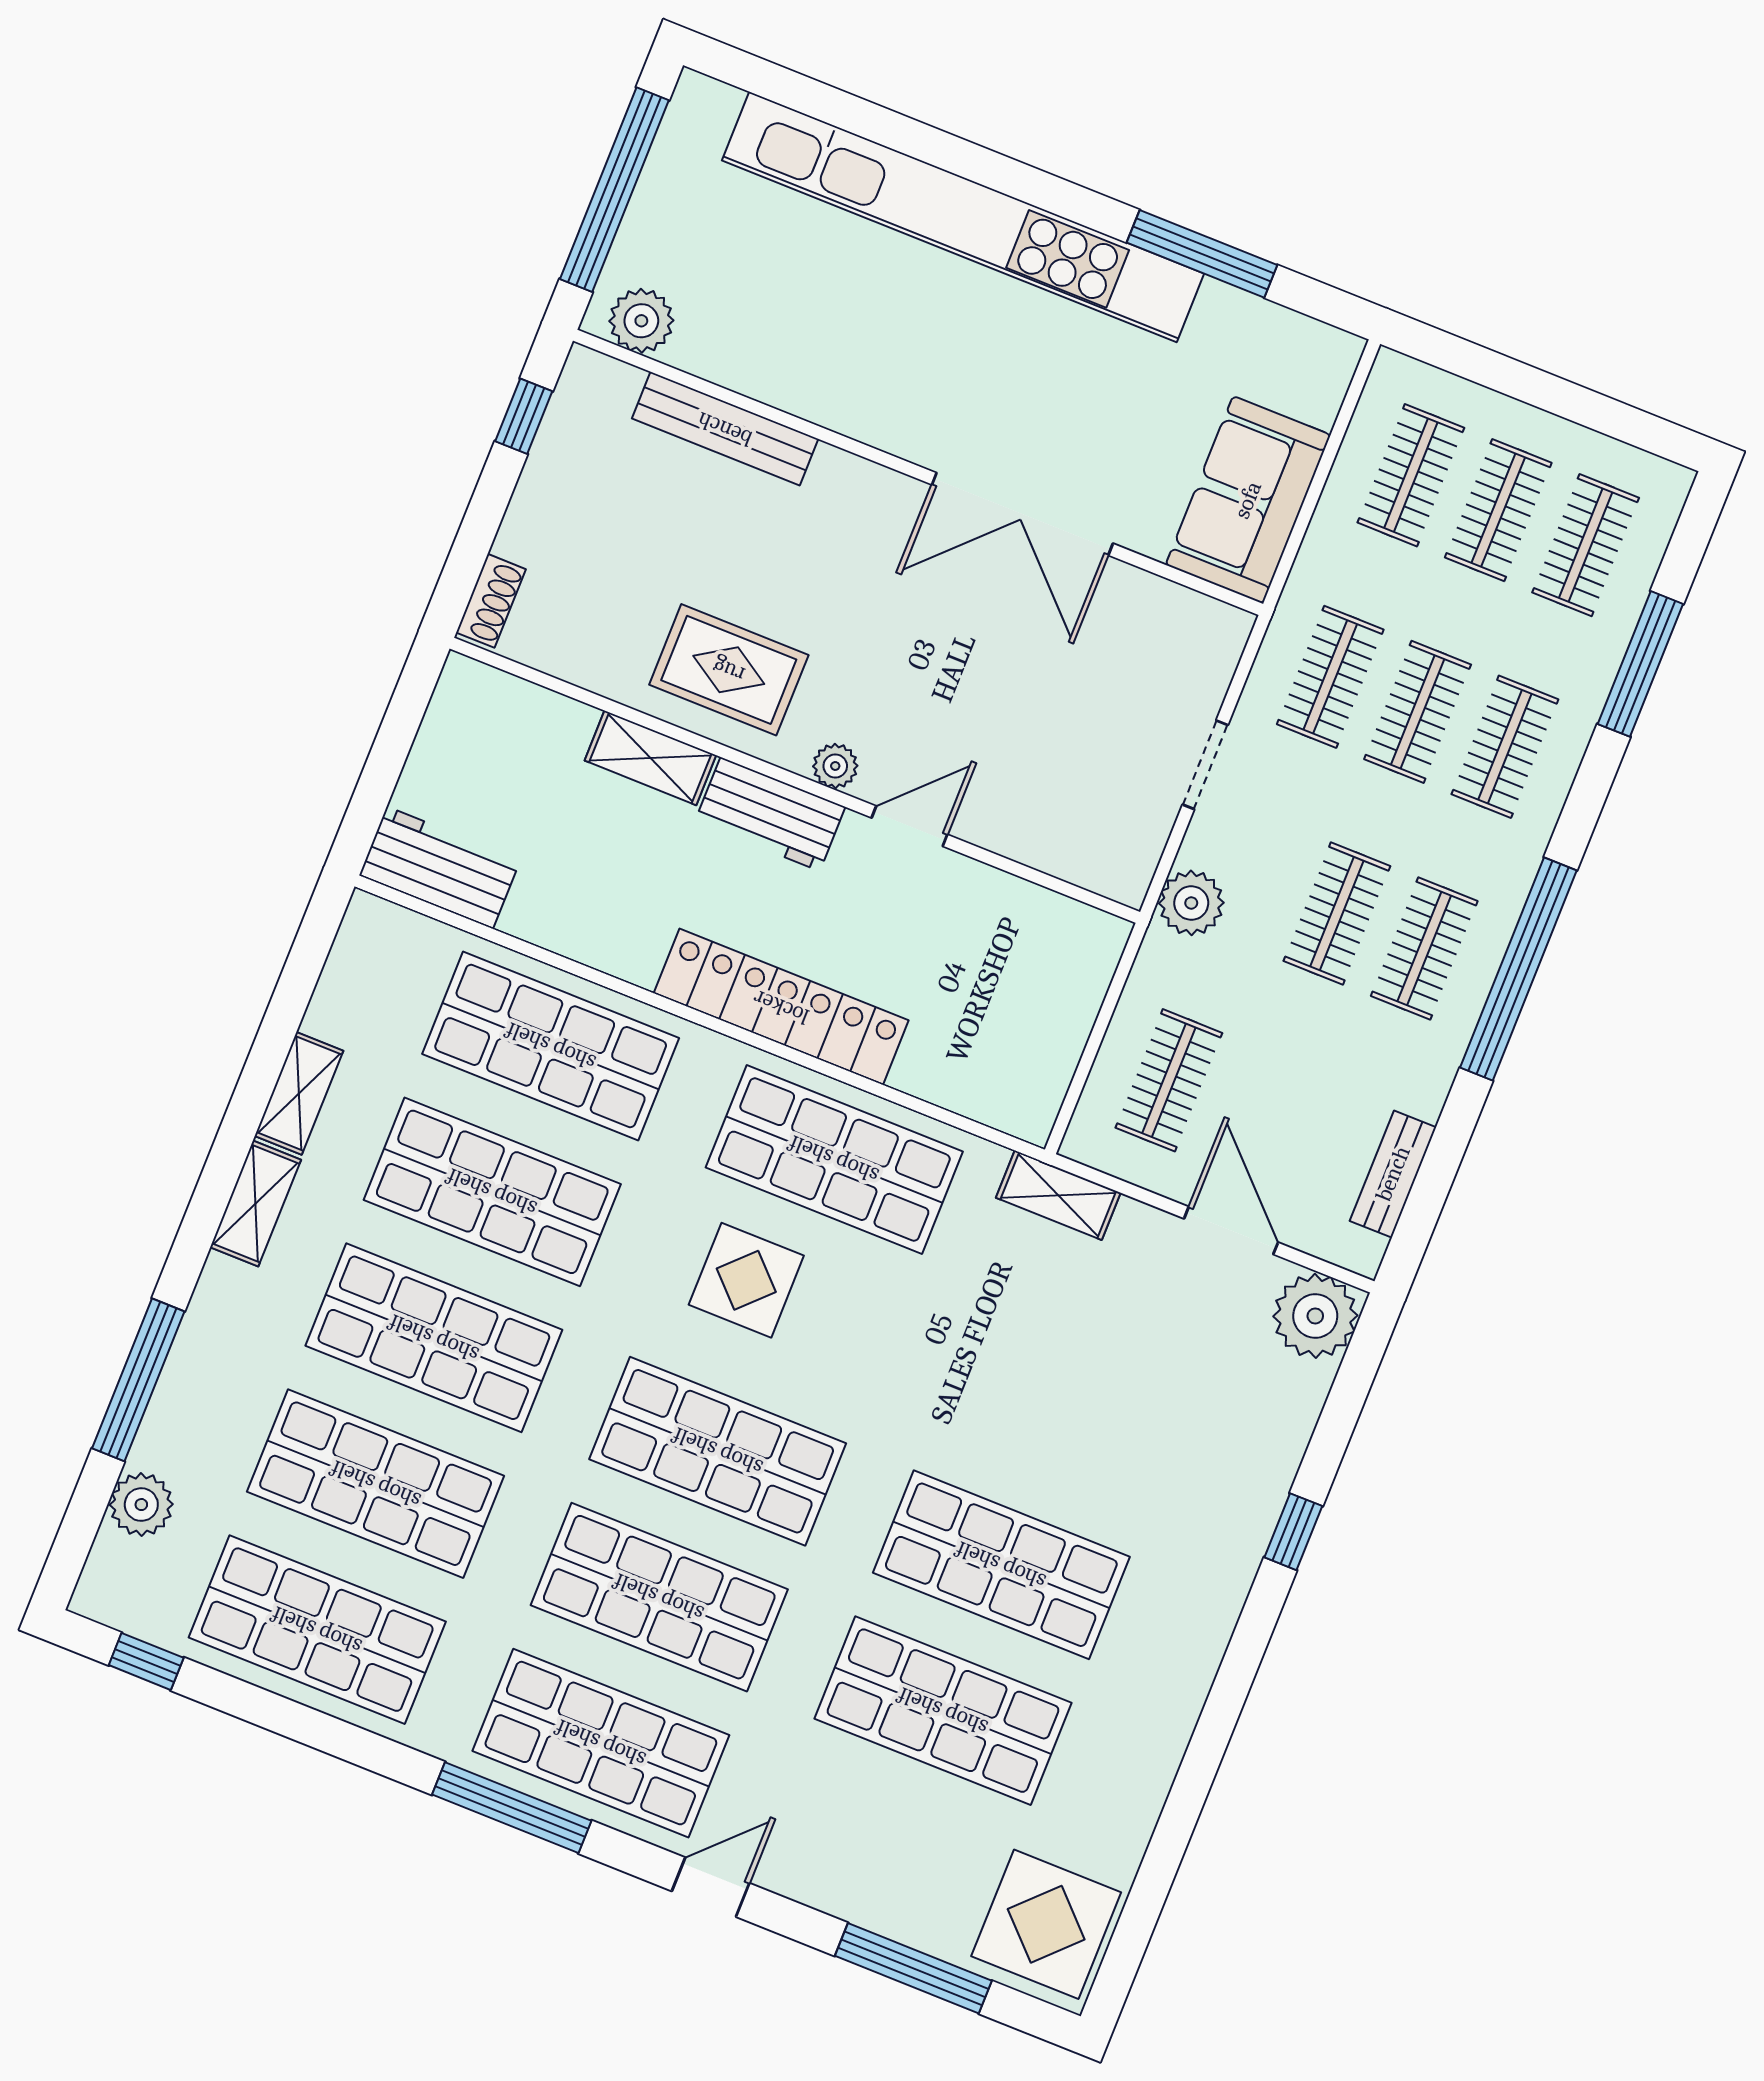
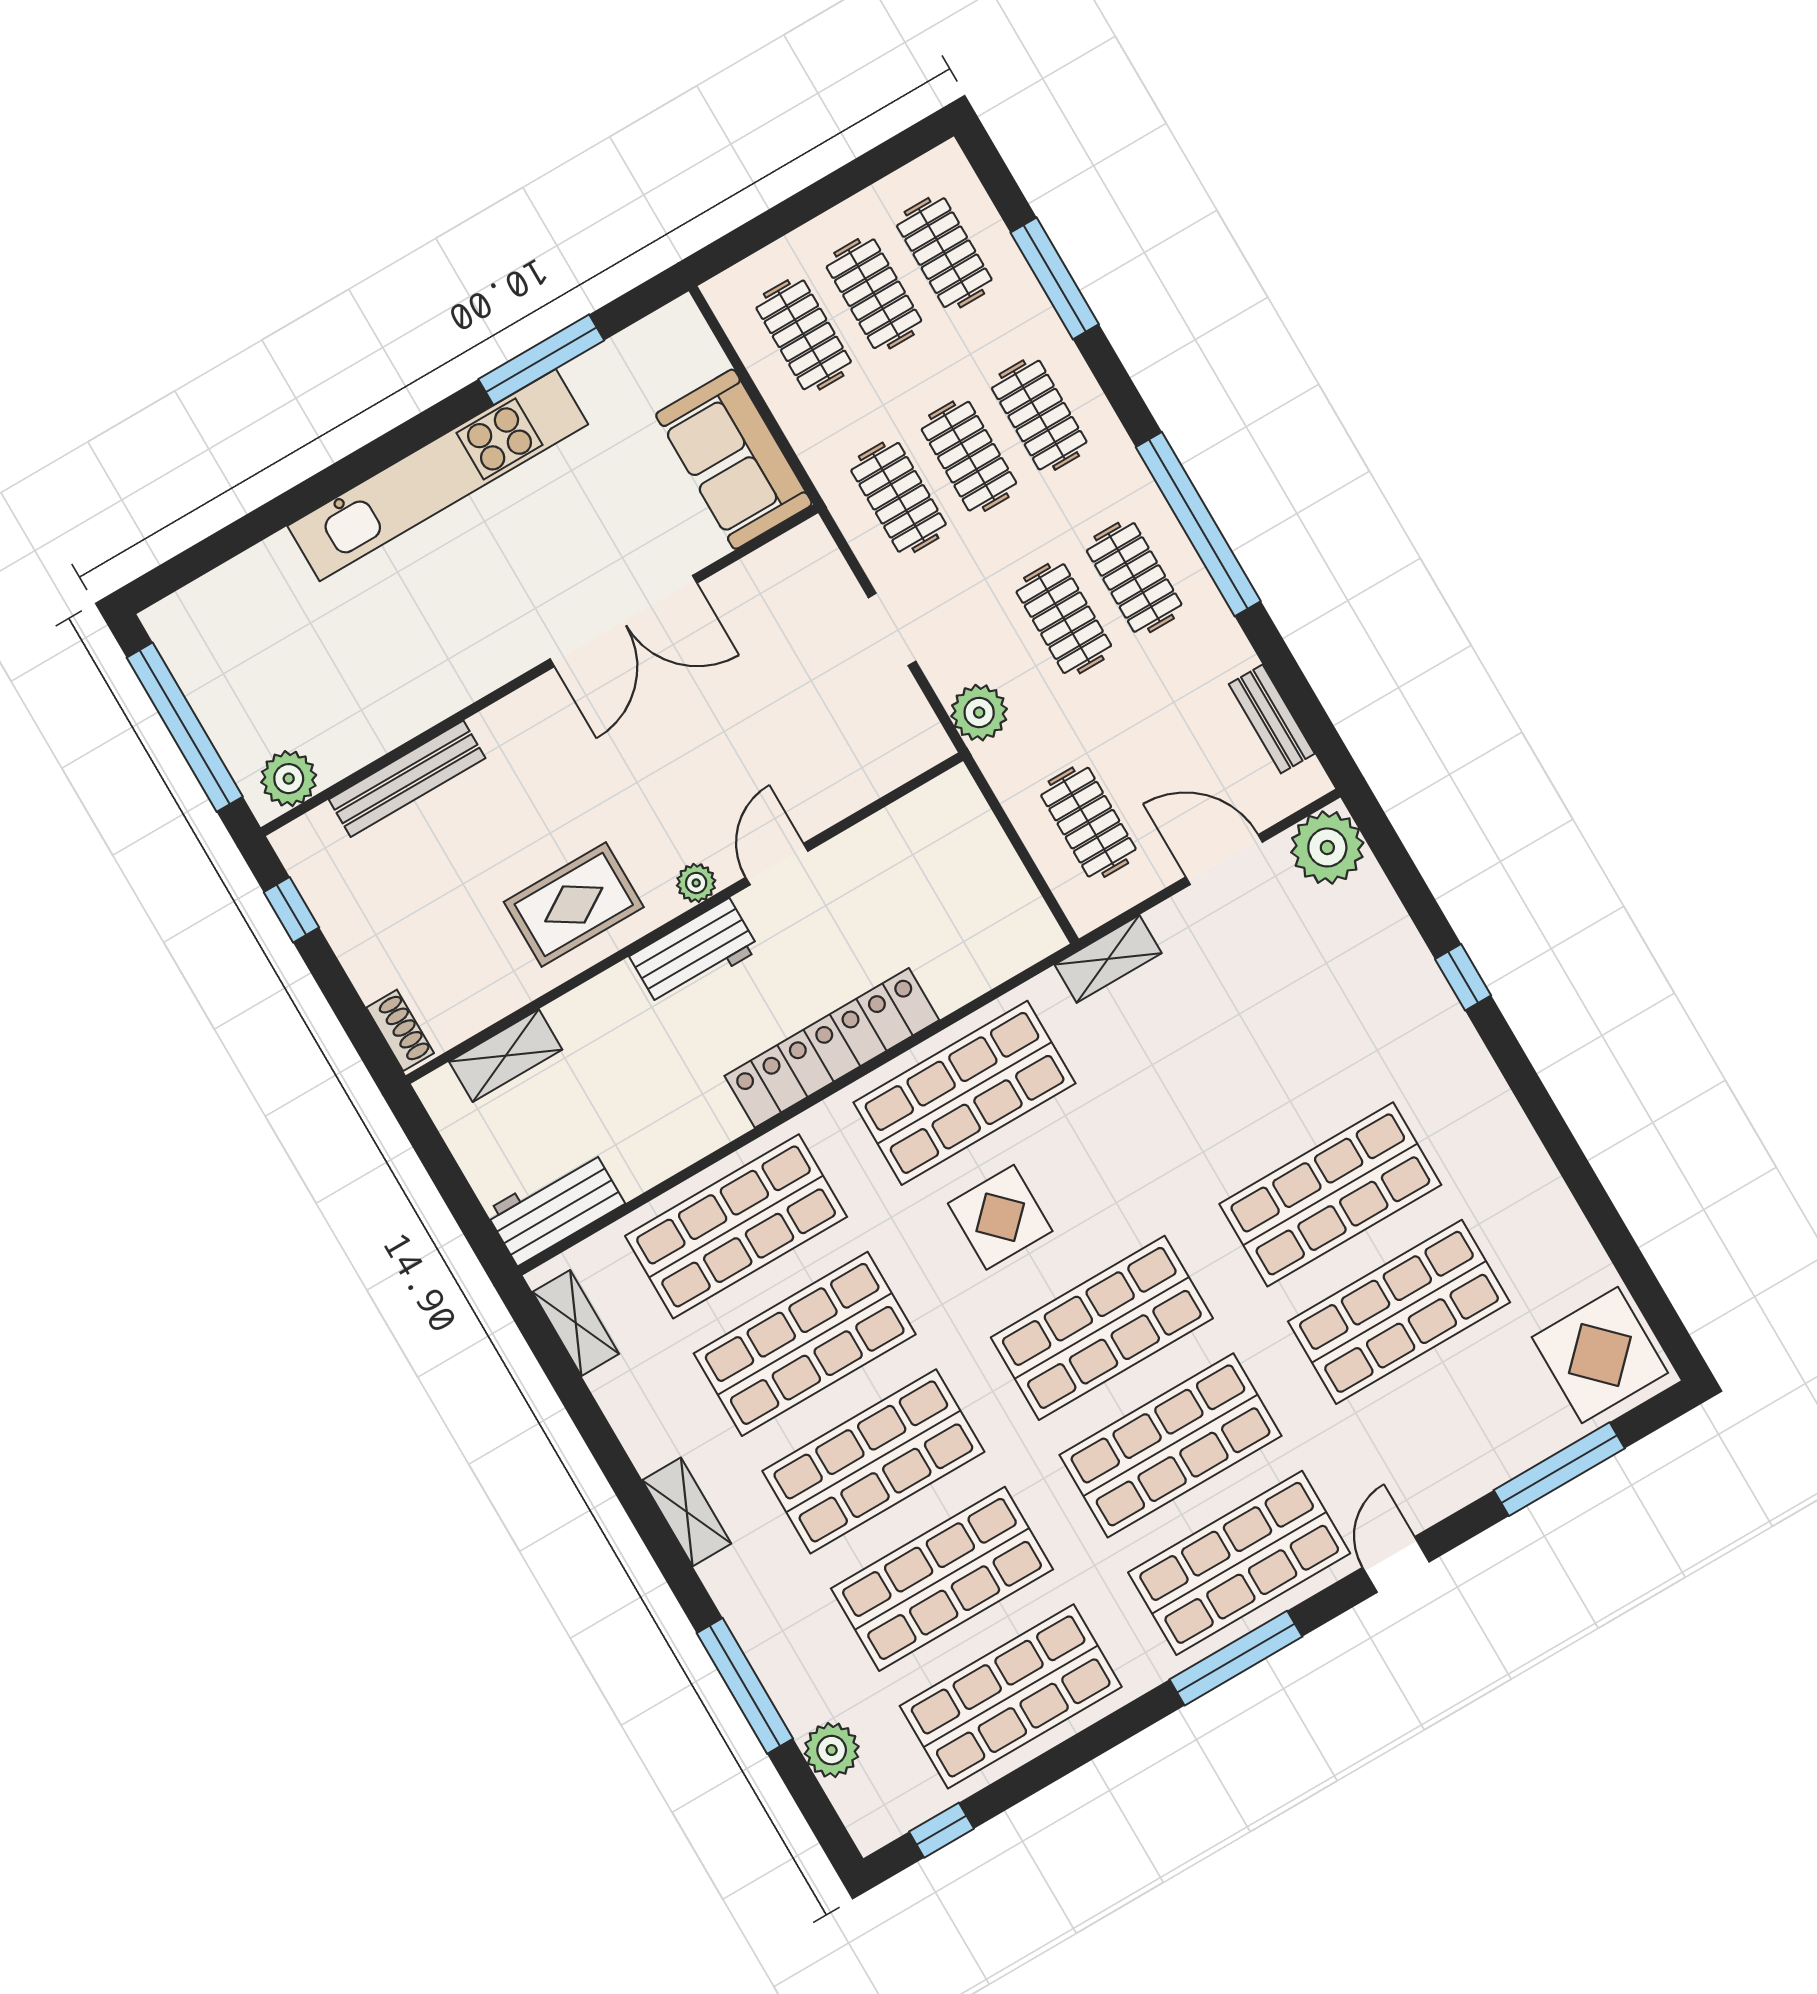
kitchen unit: (963, 217) -> (438, 475), width x0.73
shelving: (650, 758) -> (506, 1056), moved
shelving: (299, 1093) -> (576, 1323), moved

